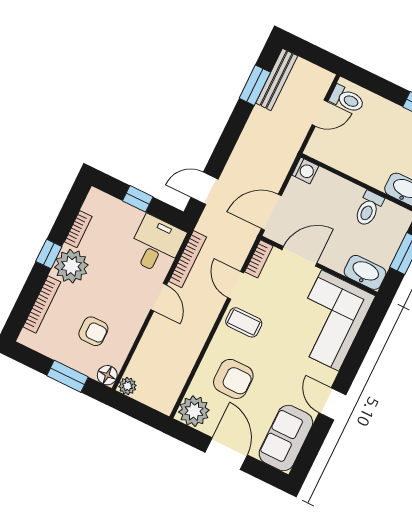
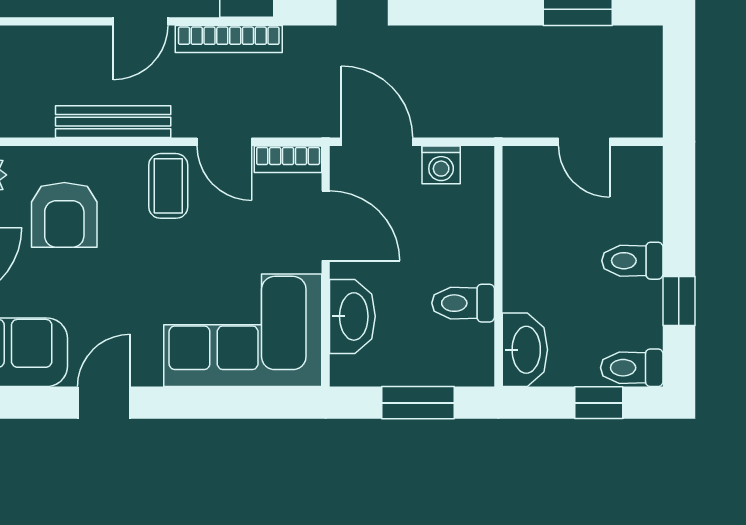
bench: (277, 79) -> (113, 122), moved
toilet: (347, 99) -> (632, 261), moved, turned 90
washing machine: (305, 171) -> (441, 165), moved
washbasin: (365, 272) -> (352, 316), moved
door: (236, 285) -> (224, 142), swing flipped

